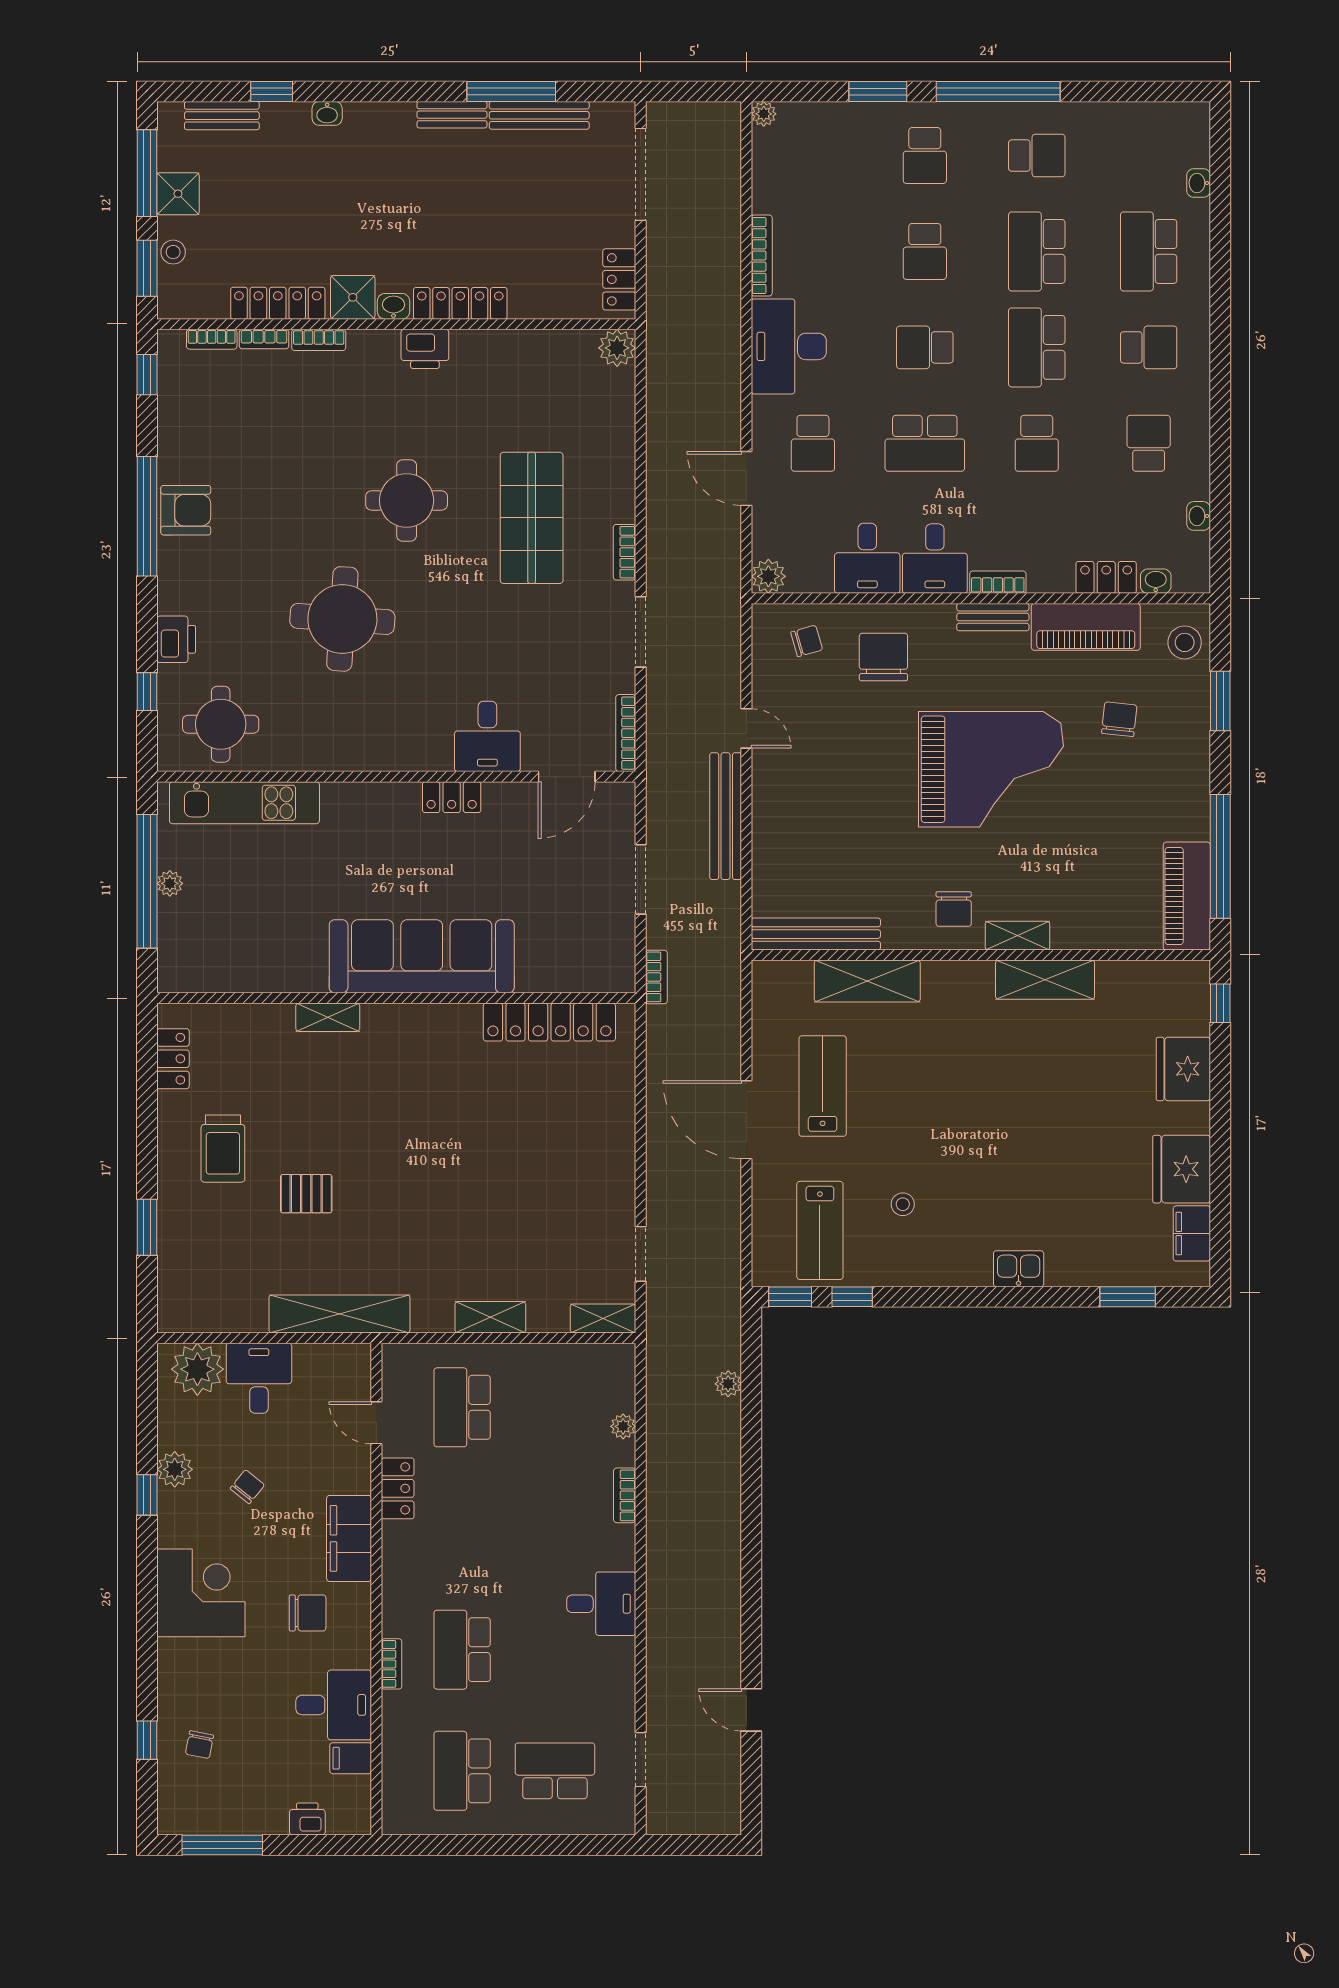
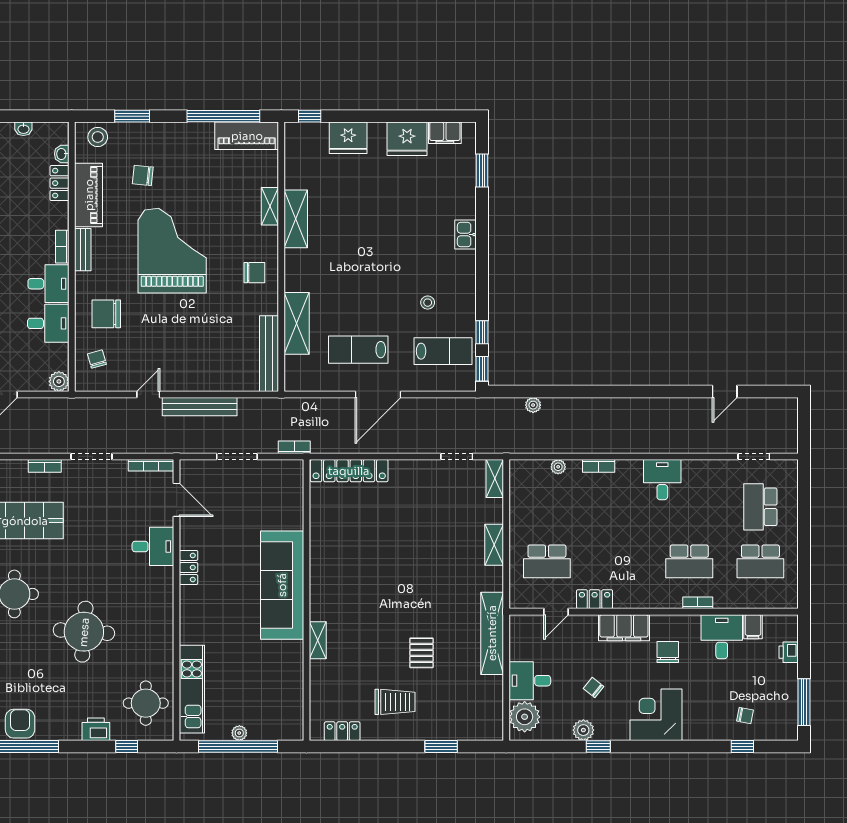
shelving: (1017, 936) -> (270, 206), moved
locker: (549, 1022) -> (349, 471), moved, turned 90

